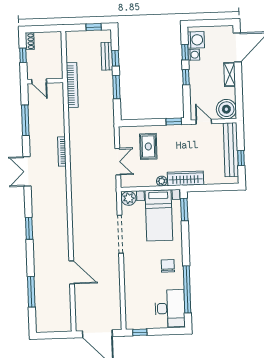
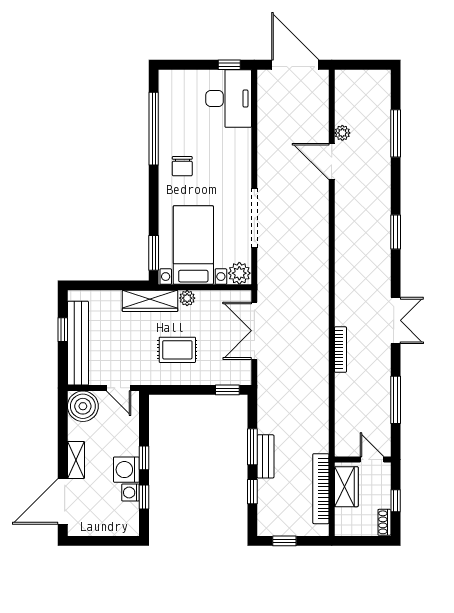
washing machine: (196, 40) -> (126, 470), moved
bench: (107, 56) -> (265, 456), moved
wardrobe: (55, 63) -> (346, 487), added
bookcase: (72, 85) -> (321, 489), moved
window: (174, 122) -> (227, 390), moved
rug: (148, 146) -> (177, 350), moved, turned 90
double door: (118, 162) -> (254, 331), width x1.37
plant: (66, 291) -> (342, 133), added
desk: (170, 308) -> (229, 99), moved, turned 180

